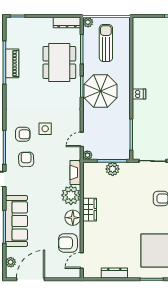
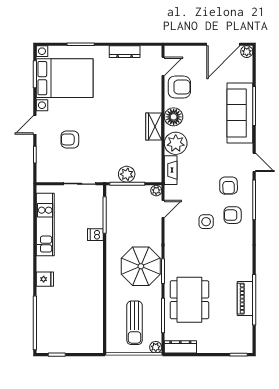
dishwasher: (139, 94) -> (95, 235), moved
plant: (11, 262) -> (247, 52), moved

